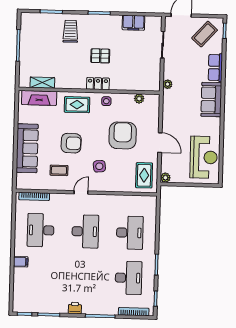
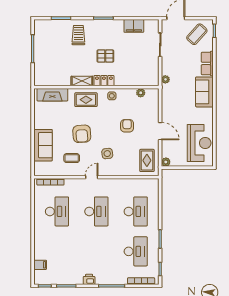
shelving: (42, 83) -> (82, 81), moved
armchair: (123, 135) -> (127, 126), width x0.53, depth x0.53
armchair: (71, 143) -> (82, 134), turned 85
sofa: (27, 148) -> (43, 145), width x0.73
desk: (41, 230) -> (57, 211), turned 180
filing cabinet: (21, 262) -> (40, 265), moved

